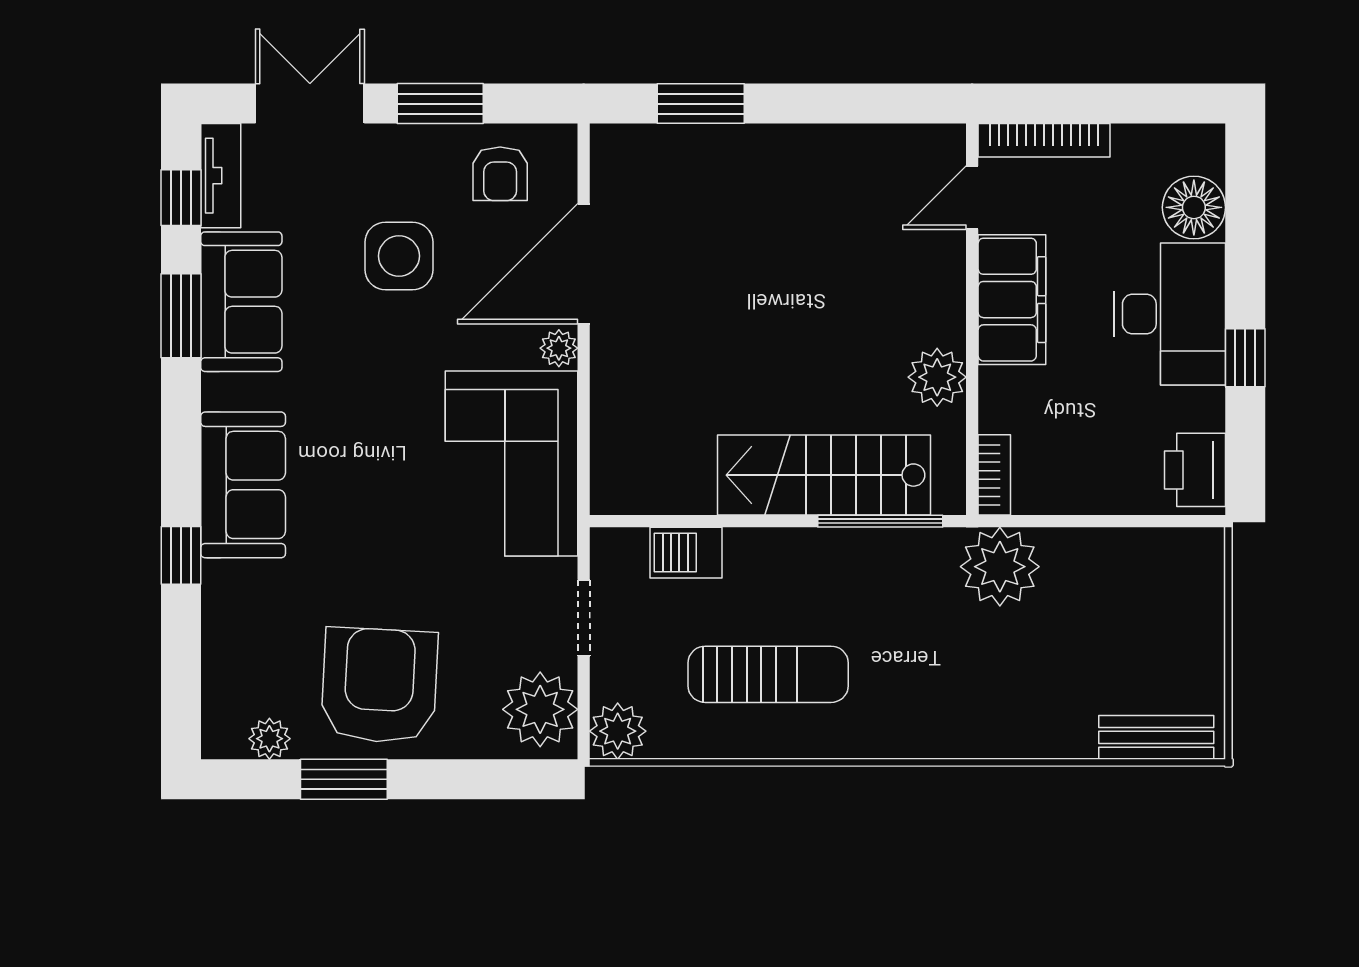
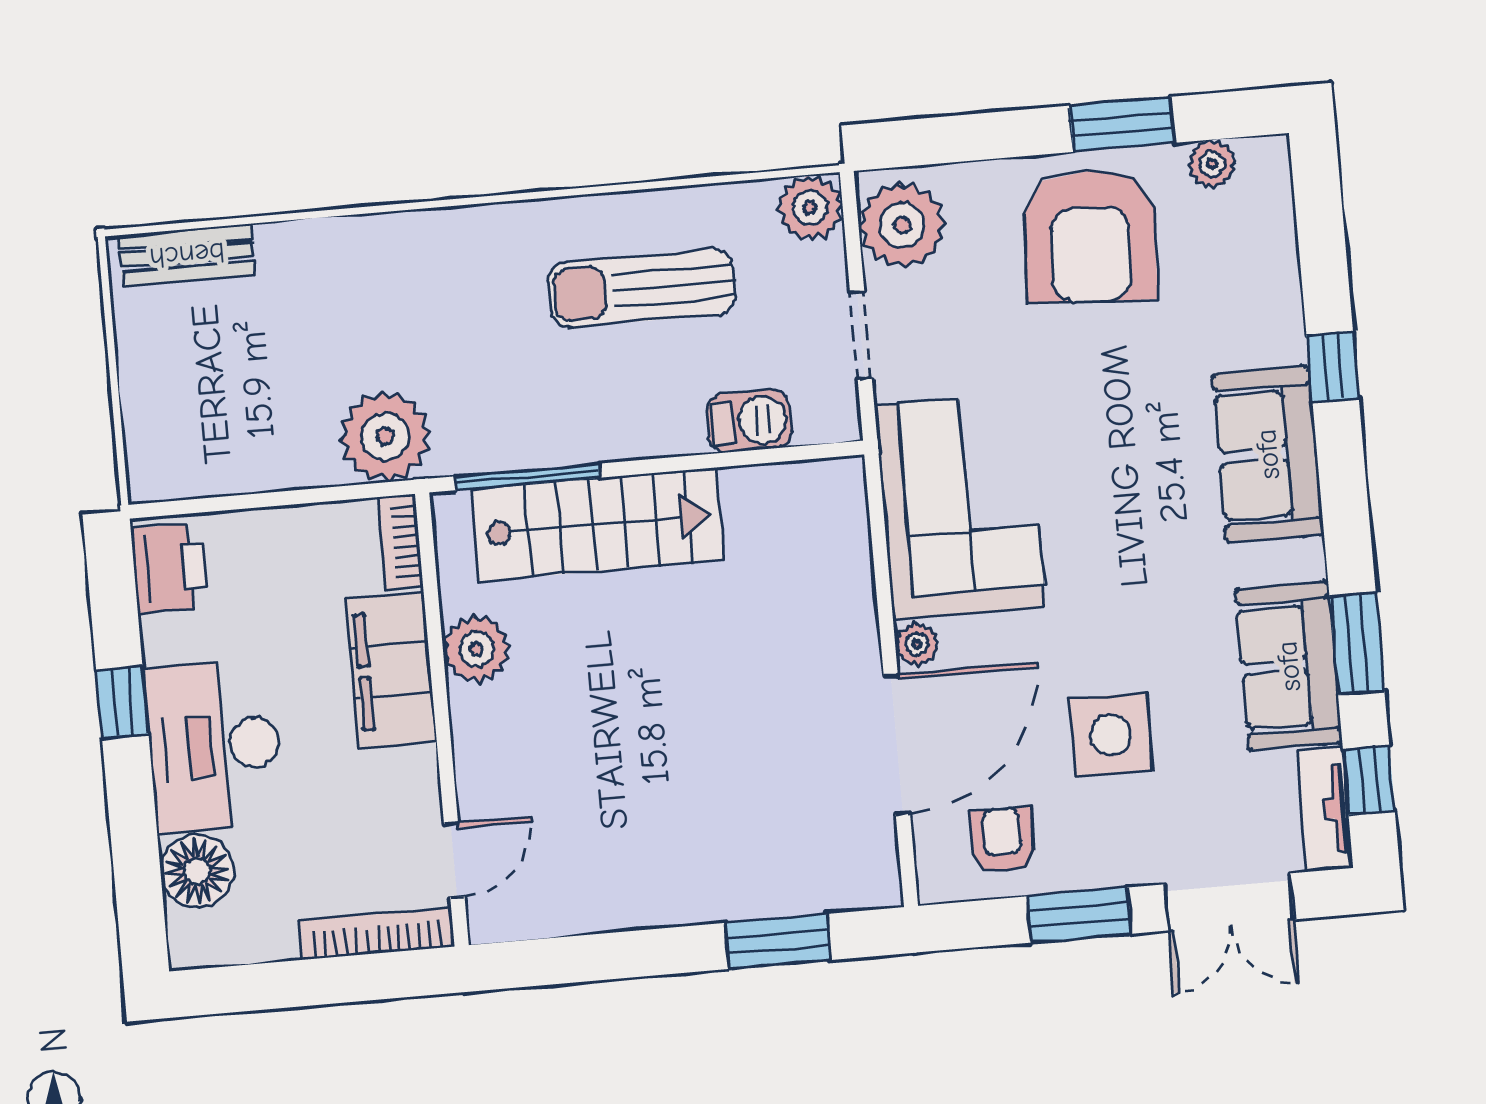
filing cabinet: (1012, 300) -> (391, 670), moved

